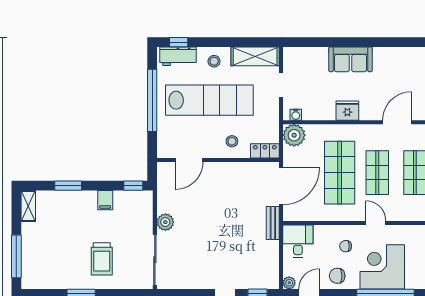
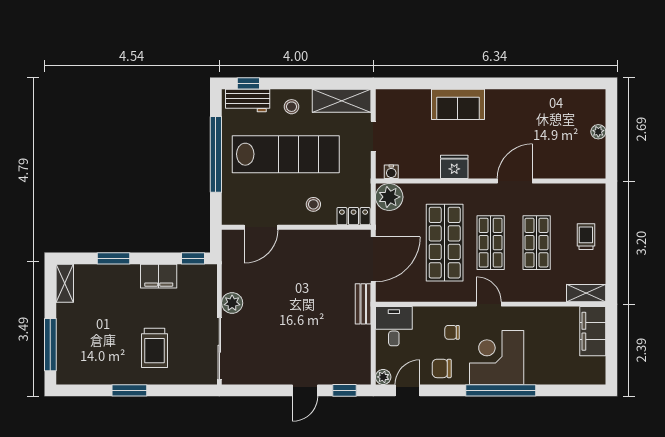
filing cabinet: (105, 200) -> (159, 276), width x2.00

